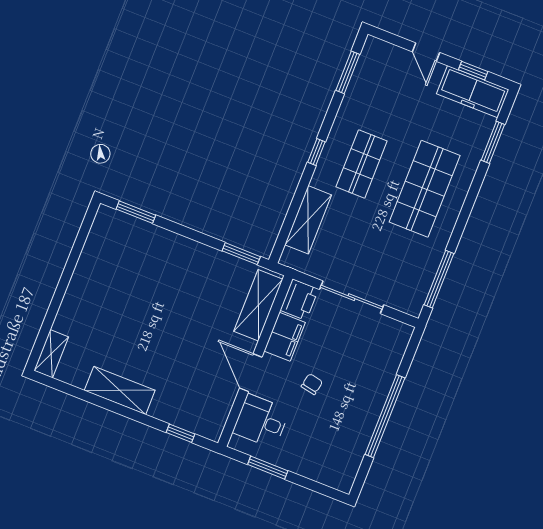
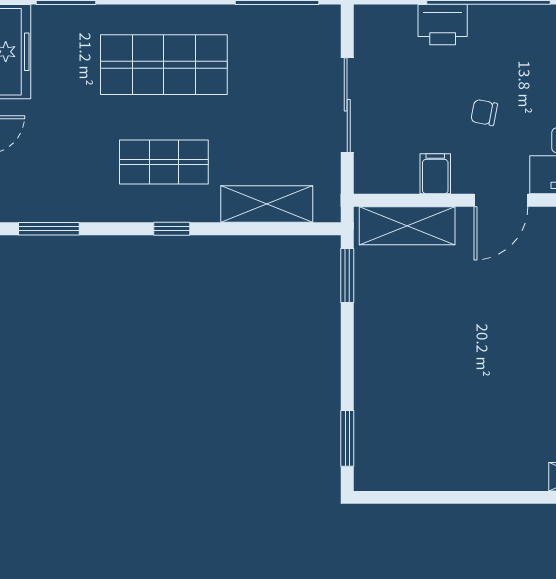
printer: (299, 300) -> (443, 25), moved, turned 180
filing cabinet: (285, 337) -> (435, 174), width x0.50

